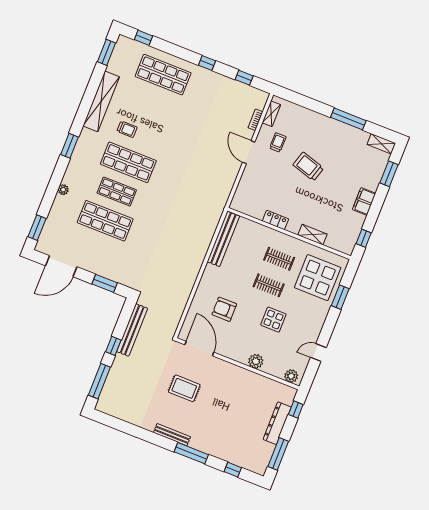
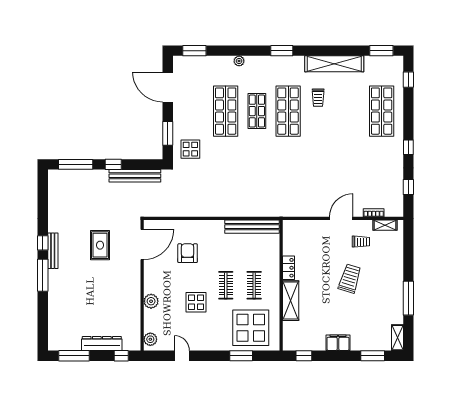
shelving: (312, 235) -> (291, 301), width x1.50, depth x1.33
display table: (128, 268) -> (190, 149), added
window: (233, 470) -> (43, 243), moved

